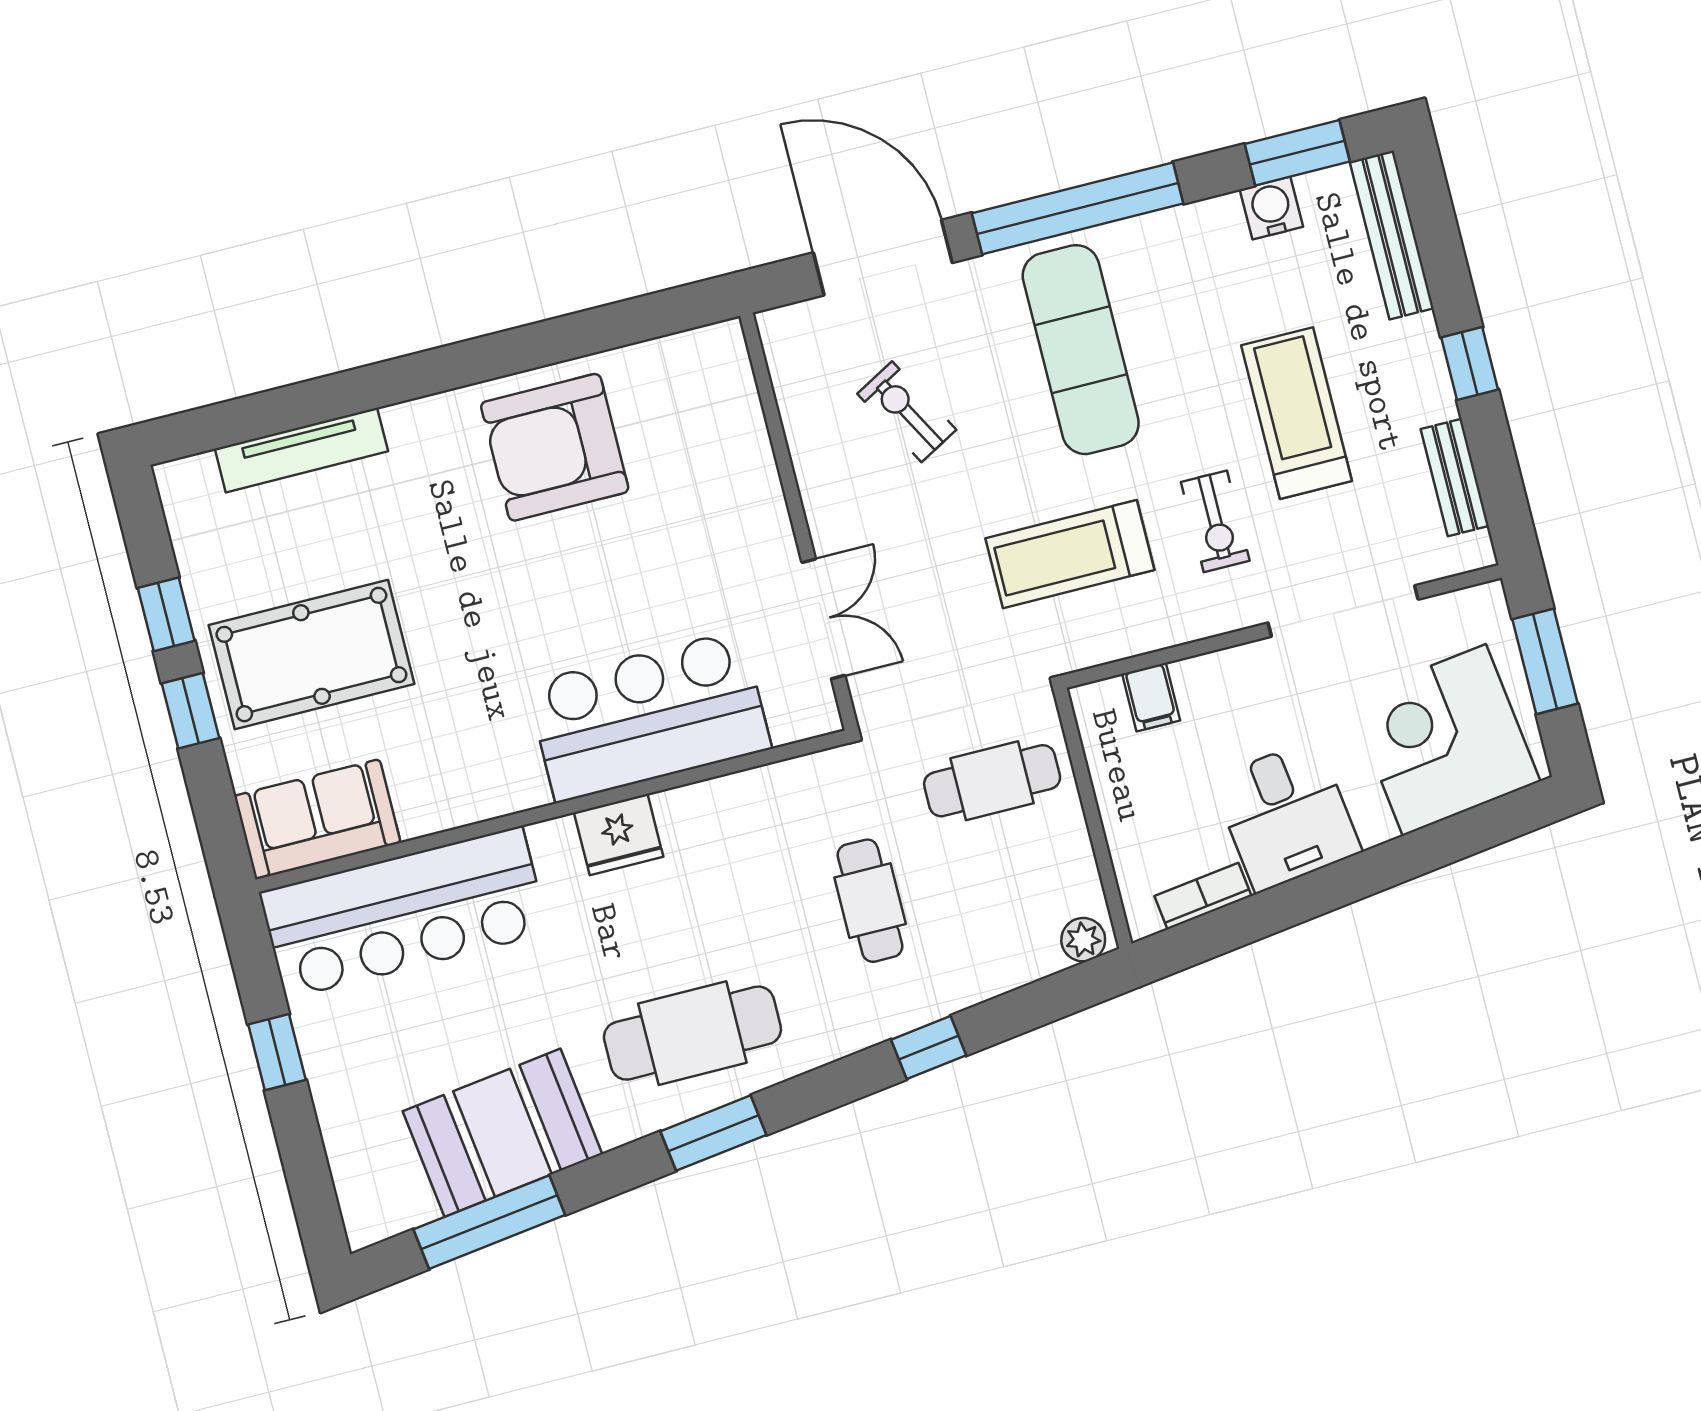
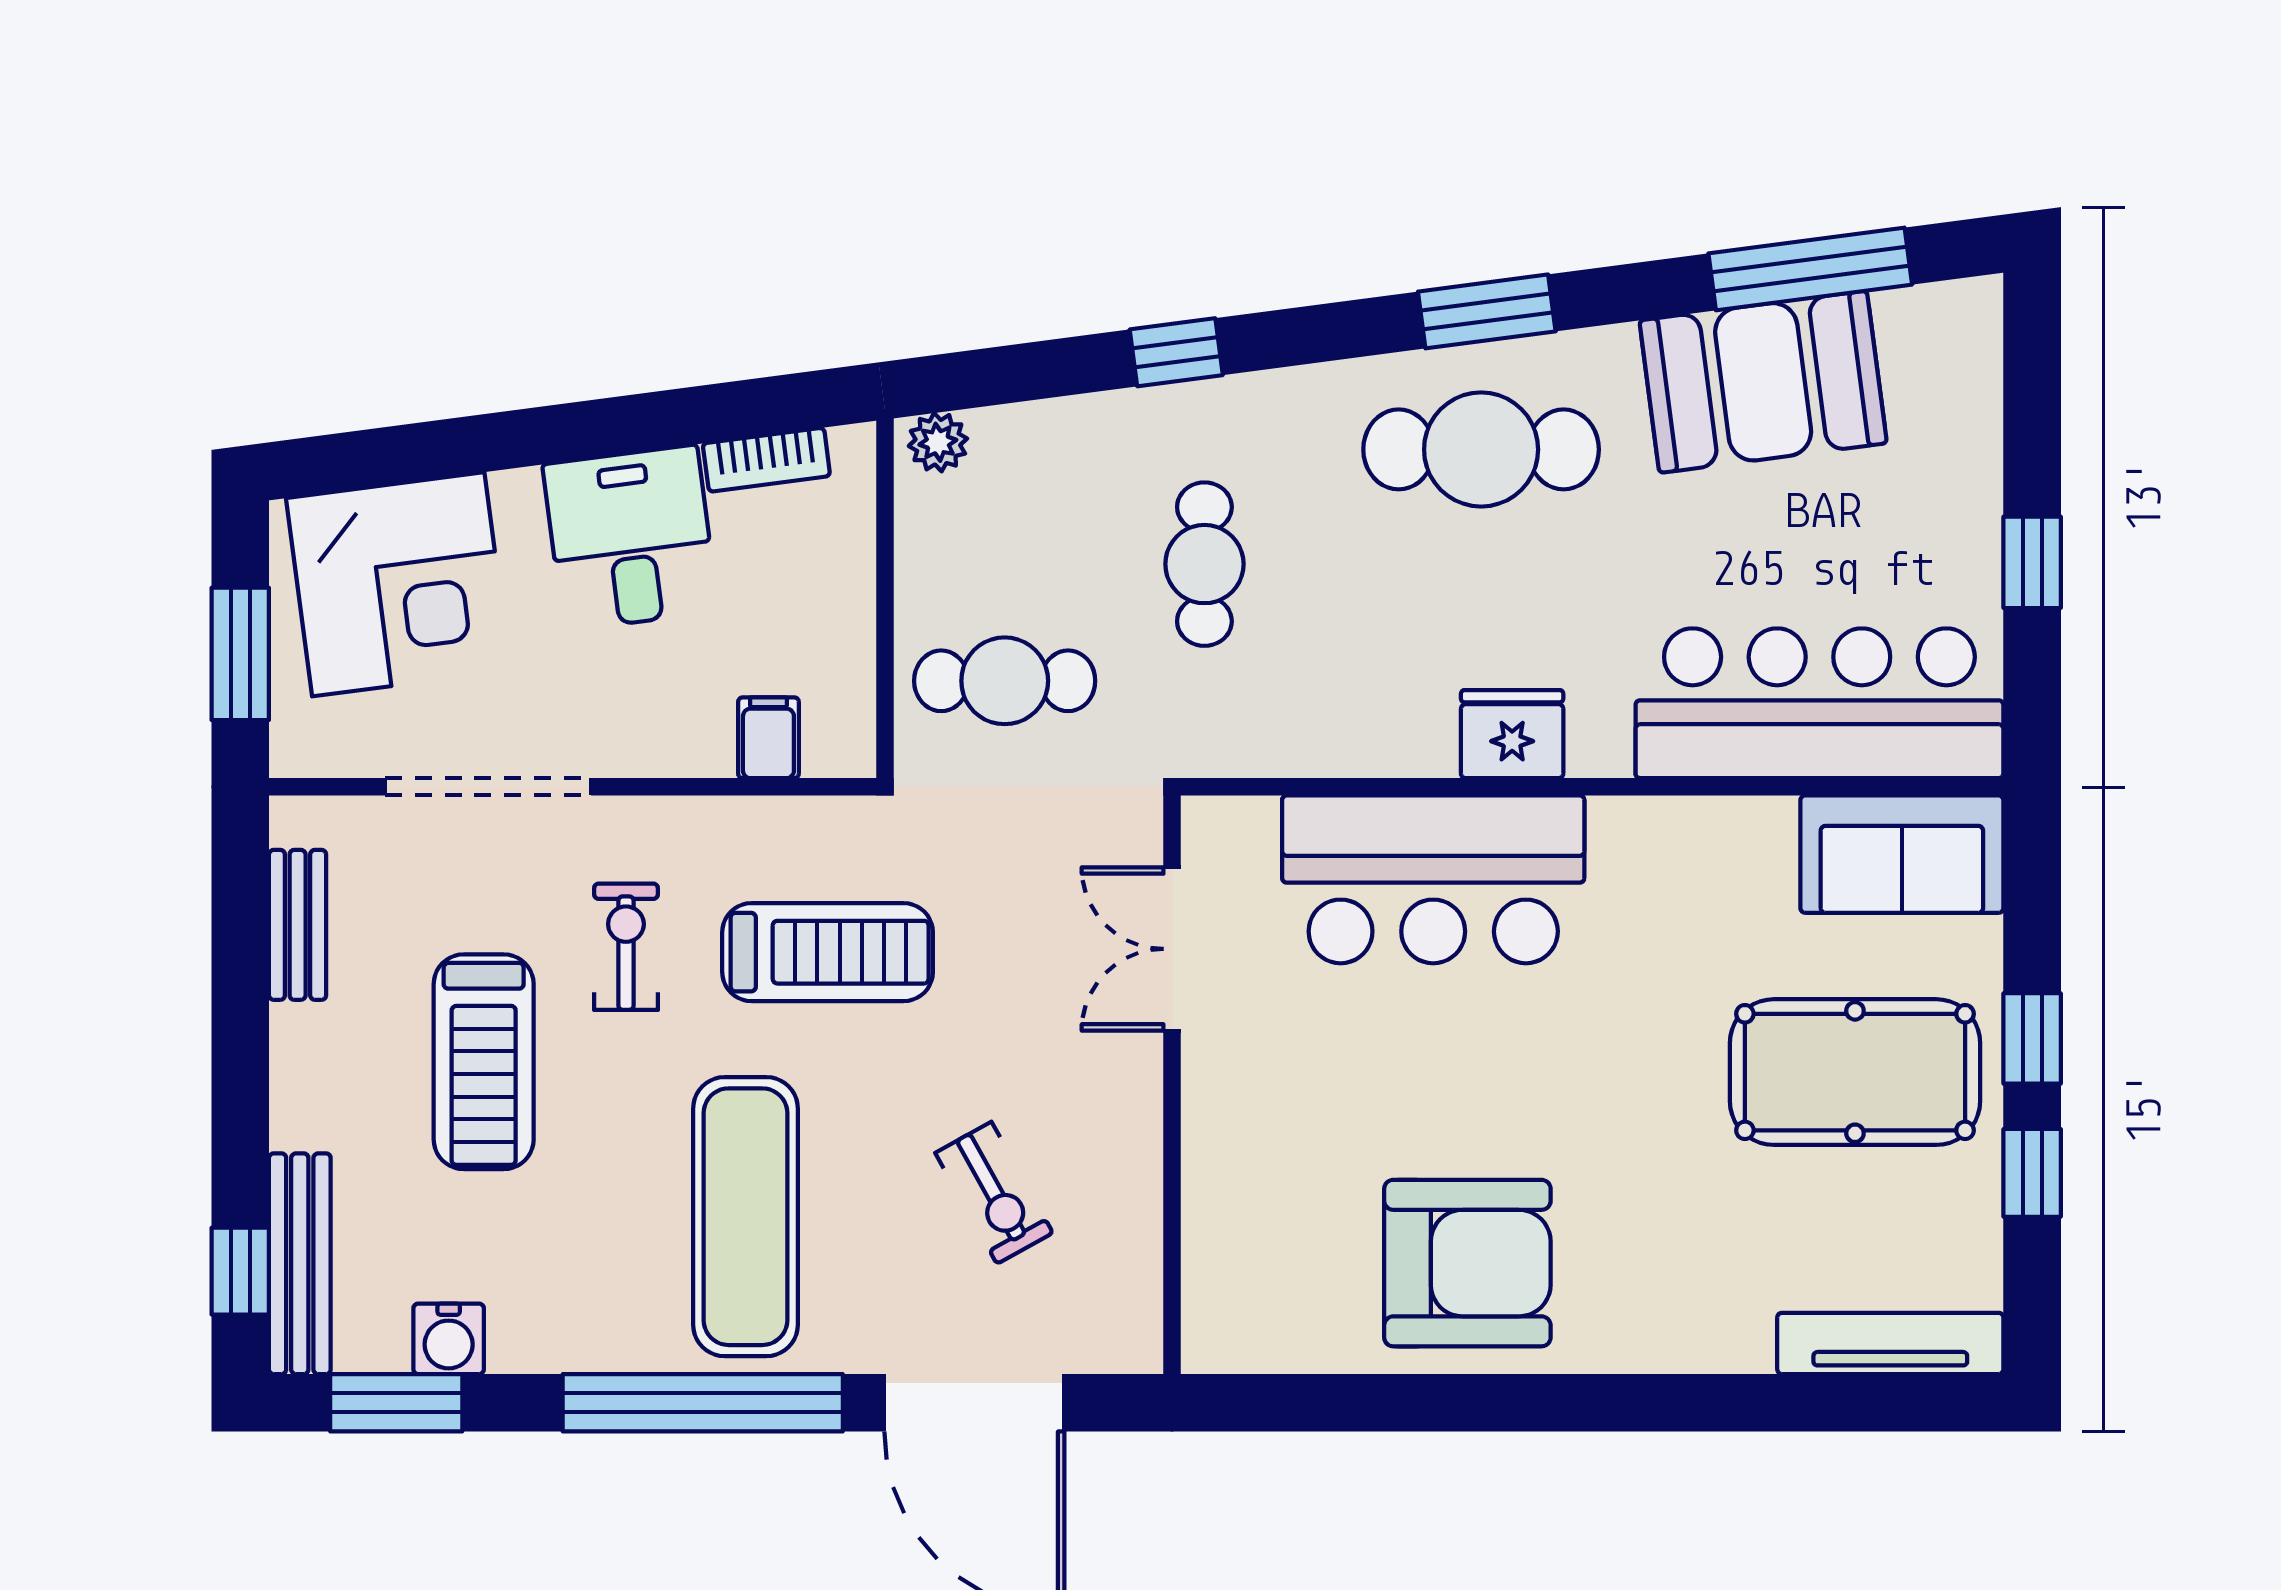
window: (1470, 364) -> (240, 1271), moved
tv unit: (301, 450) -> (1890, 1343), moved

